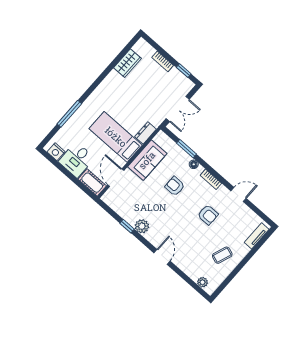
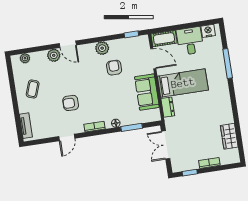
armchair: (175, 186) -> (114, 68), moved, turned -90
window: (127, 226) -> (131, 34), moved
plant: (181, 261) -> (54, 55), added

